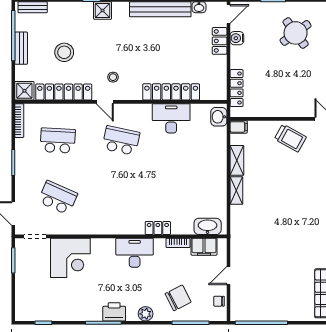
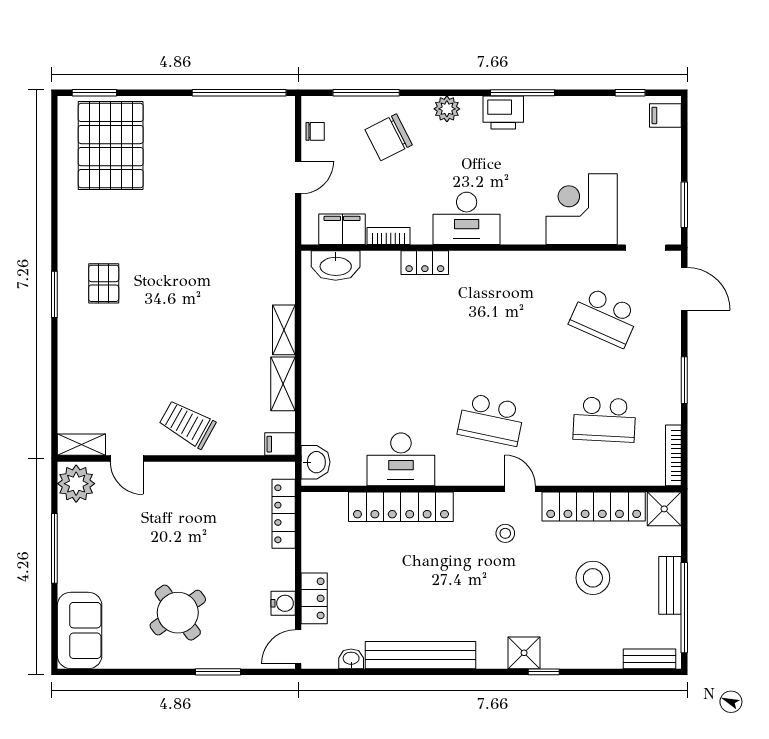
filing cabinet: (24, 310) -> (665, 116), added

